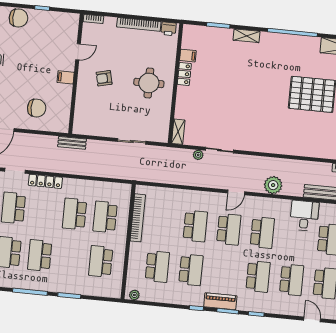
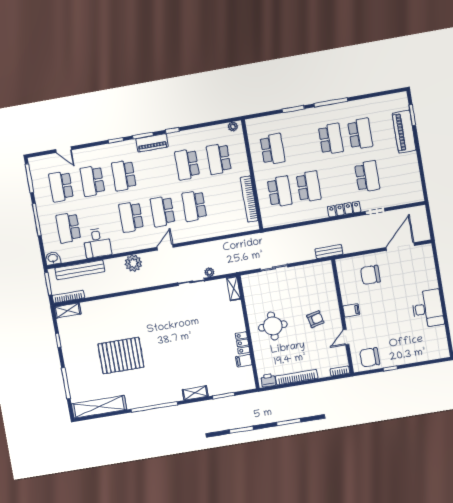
chair: (18, 18) -> (370, 357), moved

